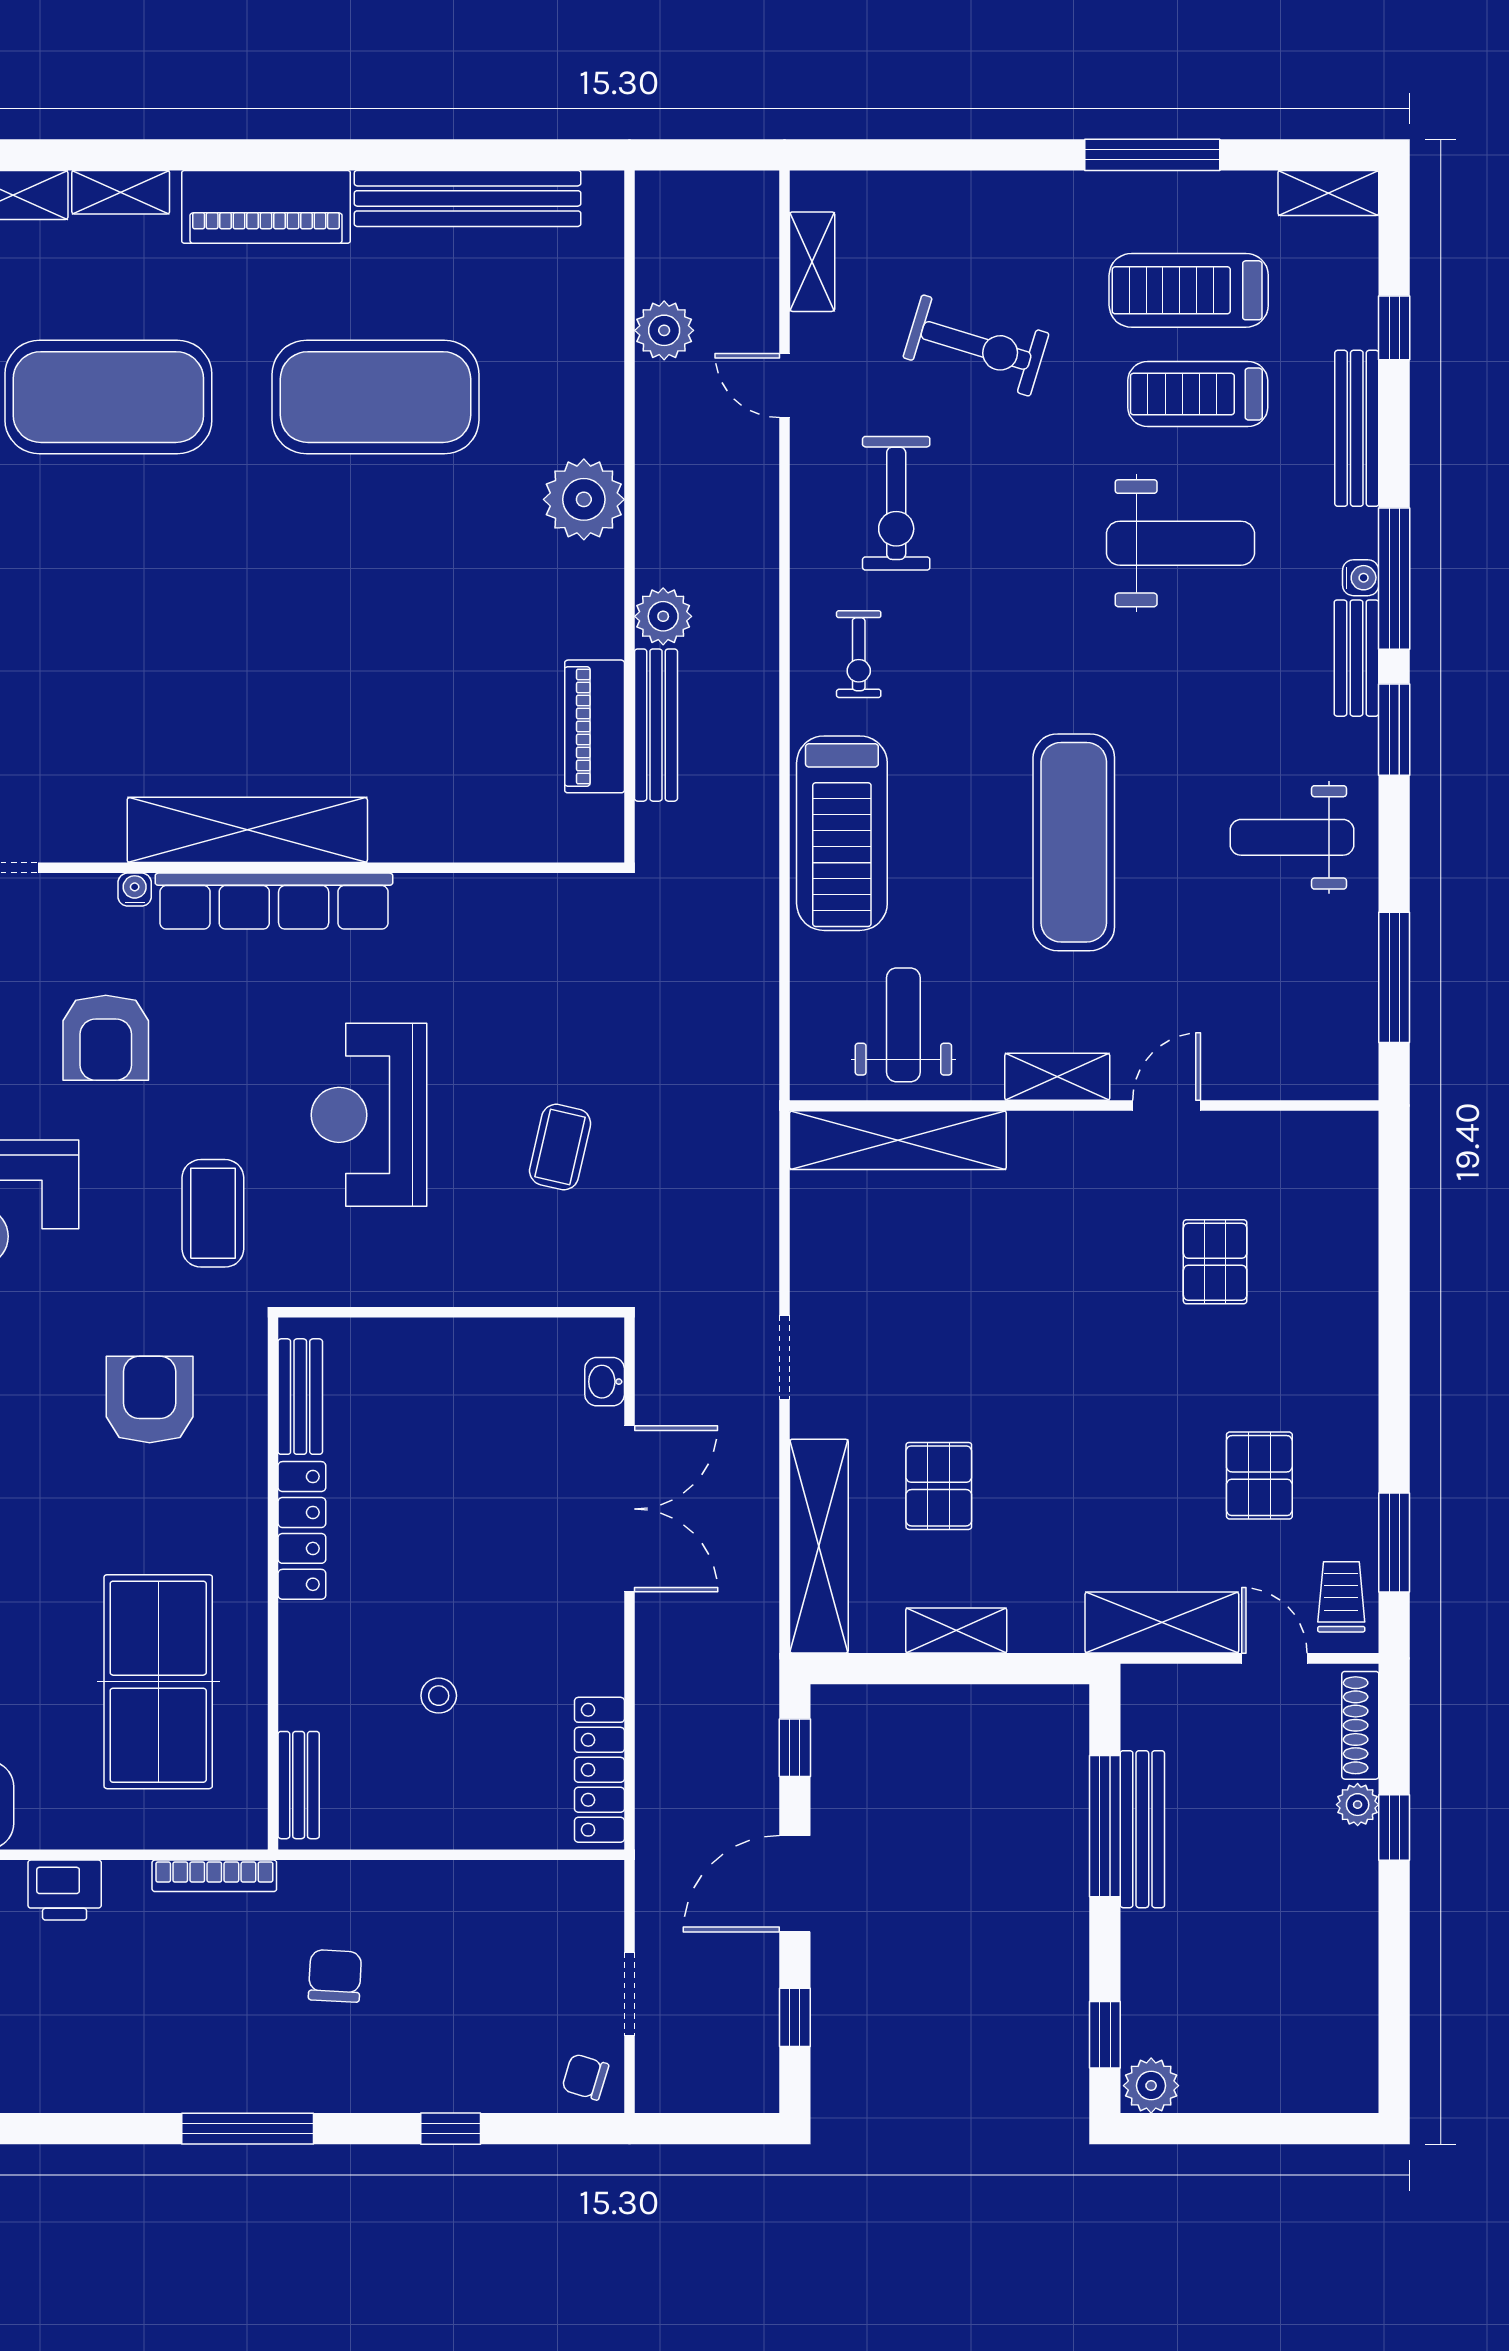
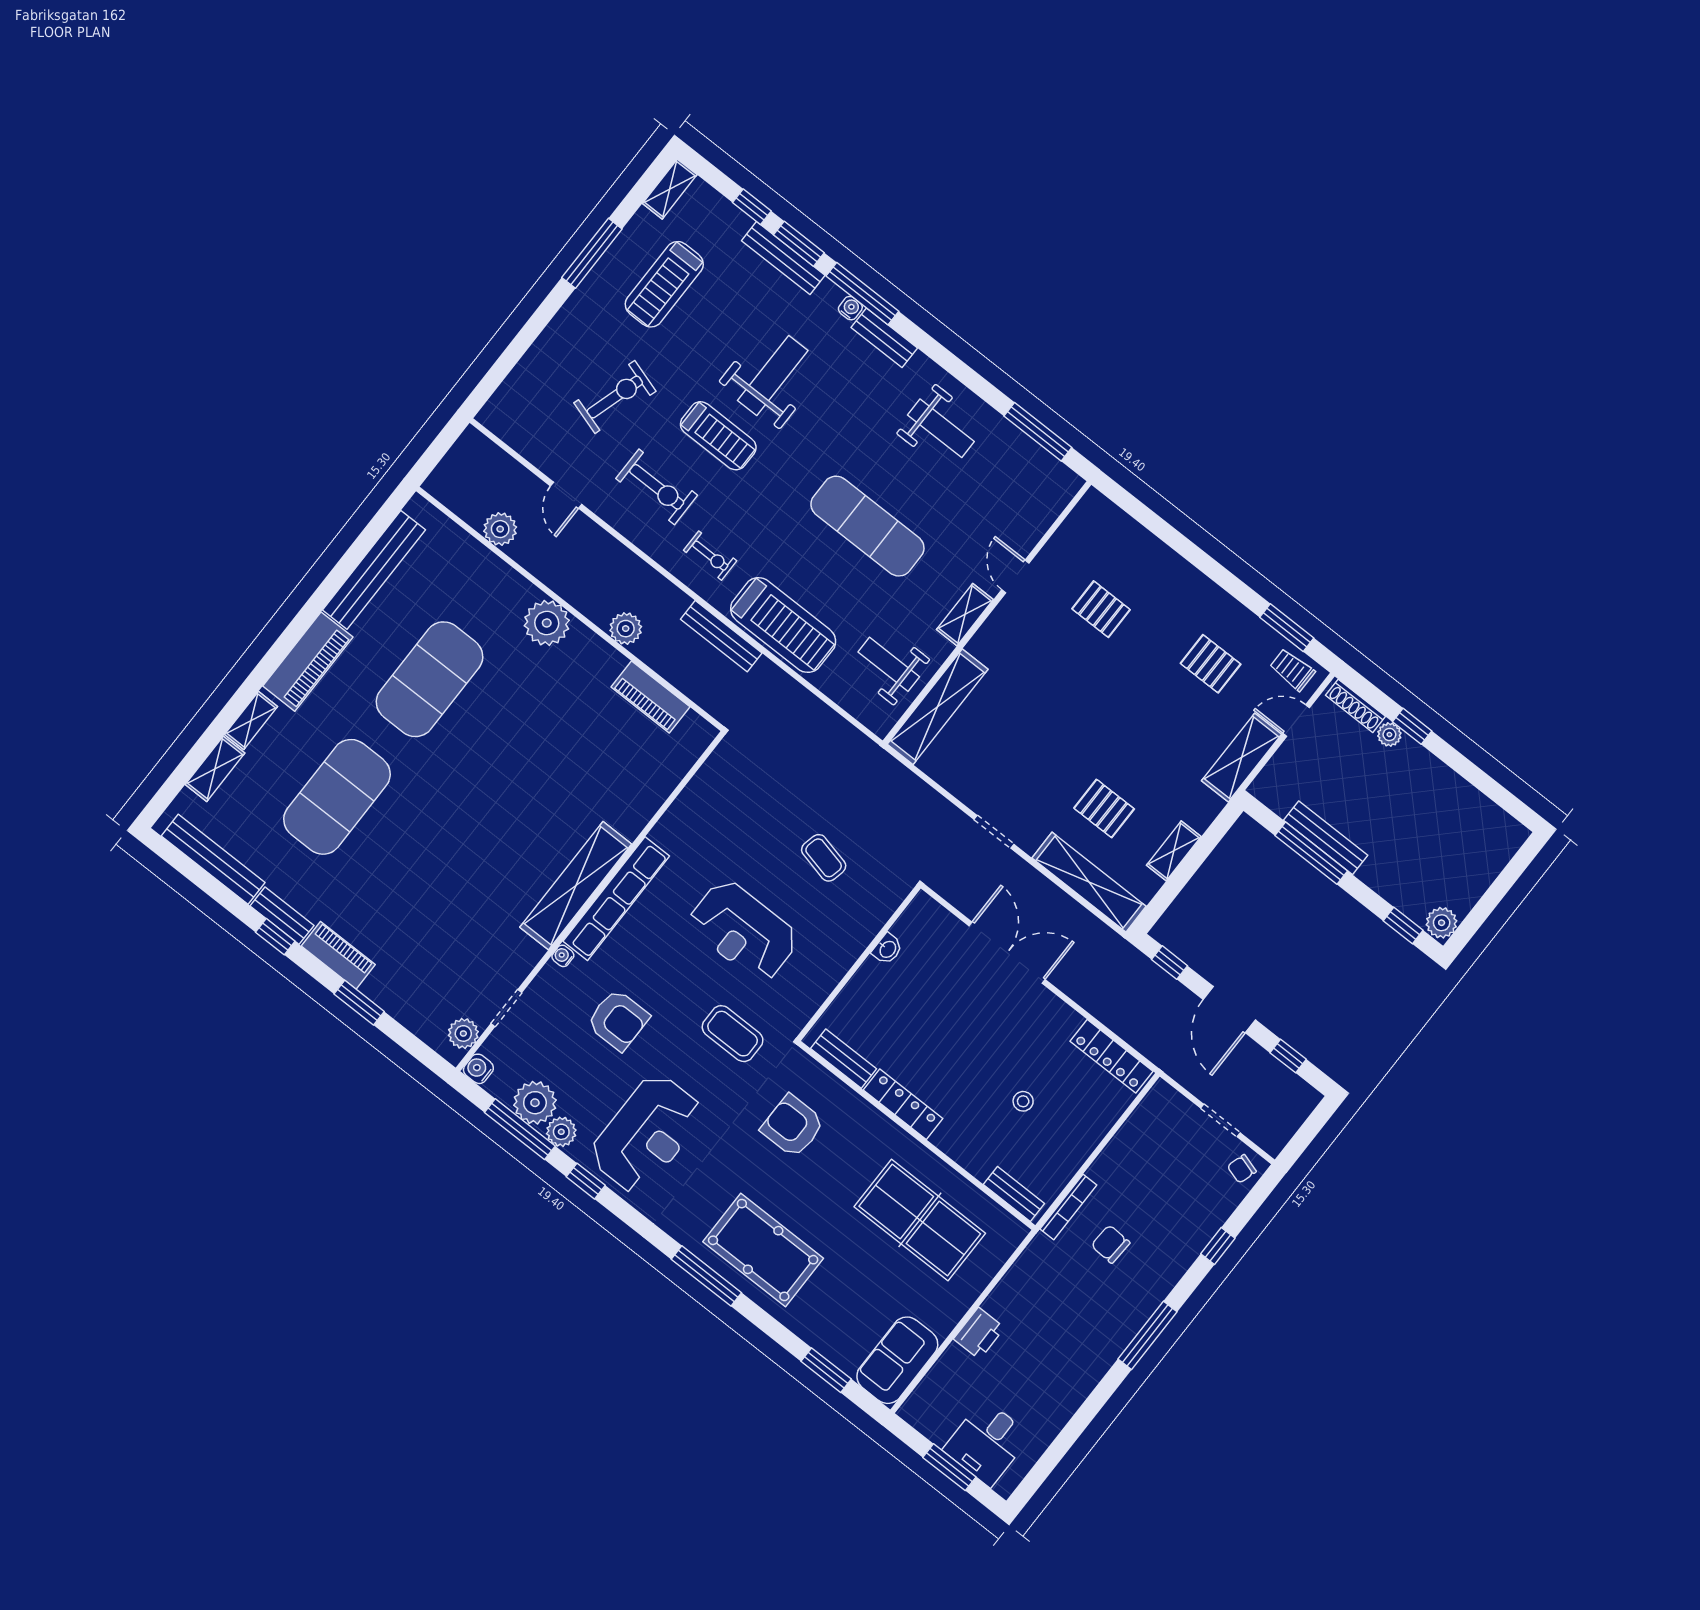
shelving: (812, 262) -> (521, 440), removed
door: (784, 386) -> (566, 495), hinge flipped
treadmill: (1198, 394) -> (718, 436), moved, turned -90
bench: (656, 725) -> (721, 636), moved
window: (1394, 730) -> (799, 244), moved
weight bench: (1292, 837) -> (941, 428), turned -90
washbasin: (605, 1382) -> (887, 949), moved, turned -90
bookcase: (214, 1876) -> (1068, 1207), moved

